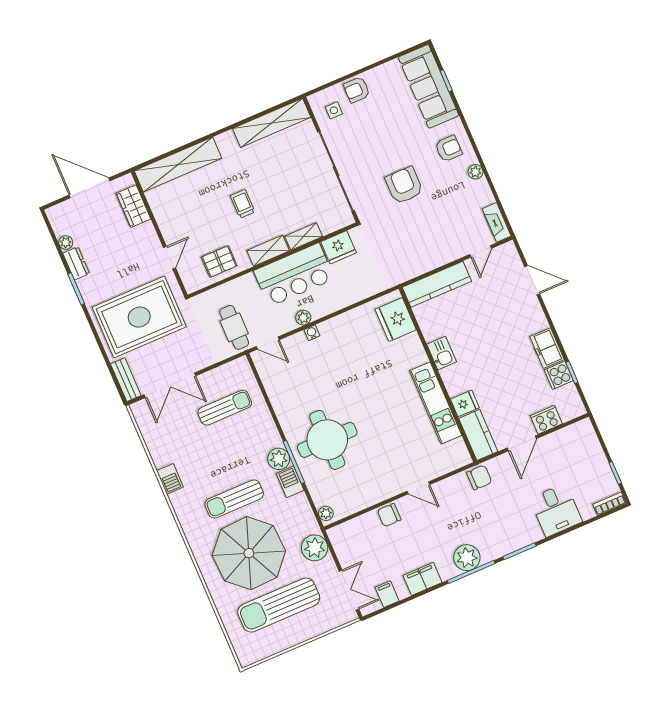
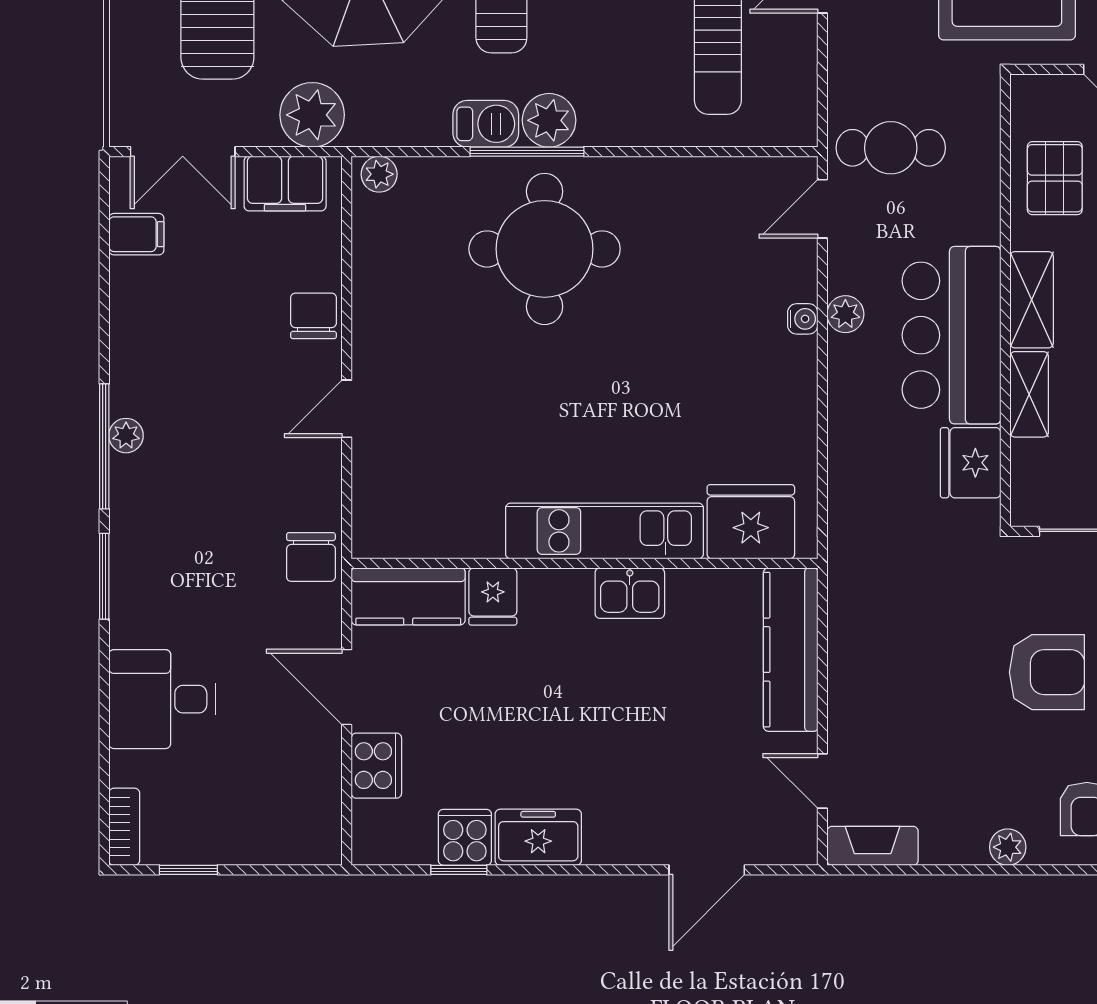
kitchen unit: (436, 403) -> (604, 531), moved
plant: (467, 558) -> (126, 436), width x0.53, depth x0.53
filing cabinet: (423, 579) -> (285, 184), moved, turned 90

